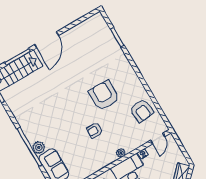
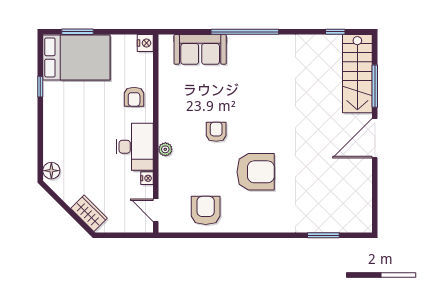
door: (46, 40) -> (375, 138), hinge flipped
armchair: (142, 111) -> (206, 210), turned 96
plant: (39, 147) -> (237, 44), removed

